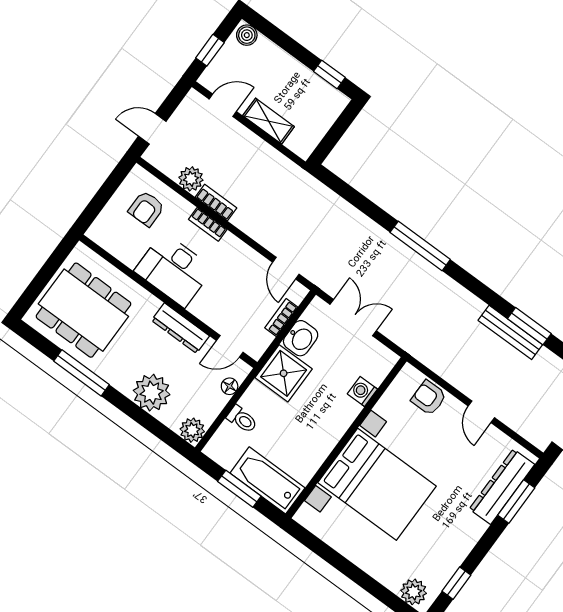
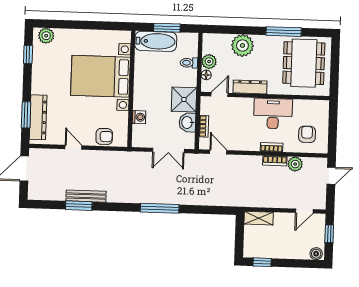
shelving: (269, 121) -> (259, 218), moved
dining table: (83, 310) -> (304, 63), turned 90
plant: (192, 430) -> (209, 62), moved

